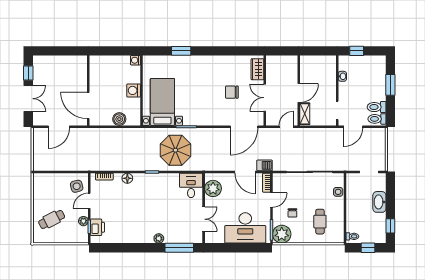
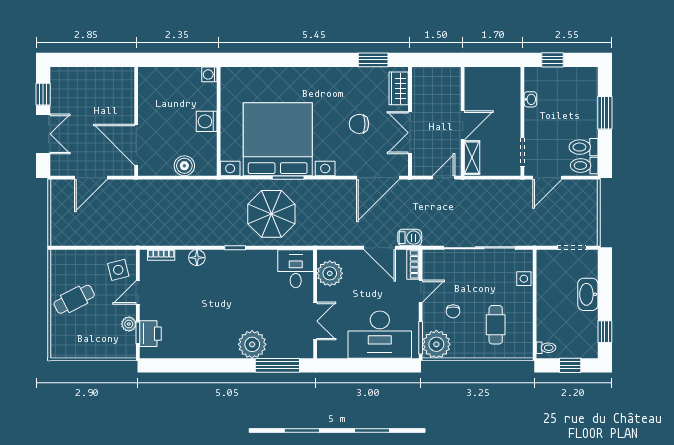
window: (181, 51) -> (373, 60), moved
bed with nightstands: (162, 102) -> (278, 139), width x1.85
cafe table: (52, 219) -> (74, 299), moved
plant: (159, 238) -> (252, 344), width x1.88, depth x1.88

